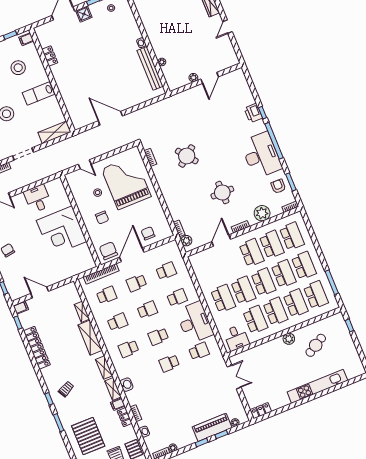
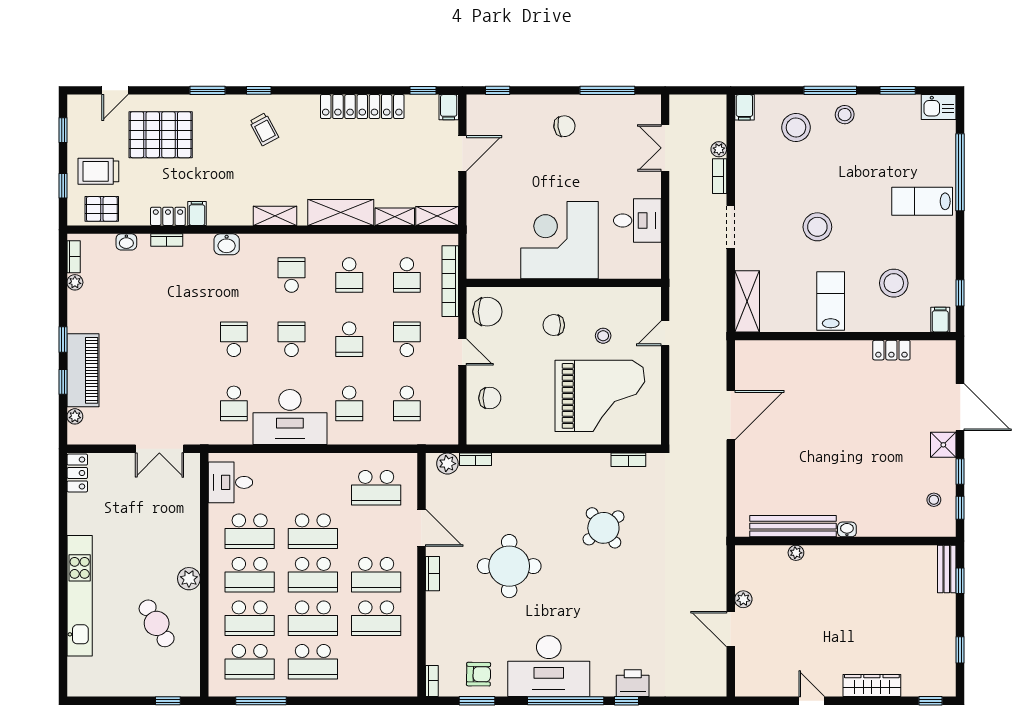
round table: (222, 193) -> (509, 566), width x1.36, depth x1.36
plant: (262, 213) -> (441, 624), removed
school desk: (292, 236) -> (376, 662), removed
door: (132, 255) -> (462, 352), width x0.53
school desk: (223, 298) -> (376, 488), moved
shelving: (113, 389) -> (437, 216), moved

